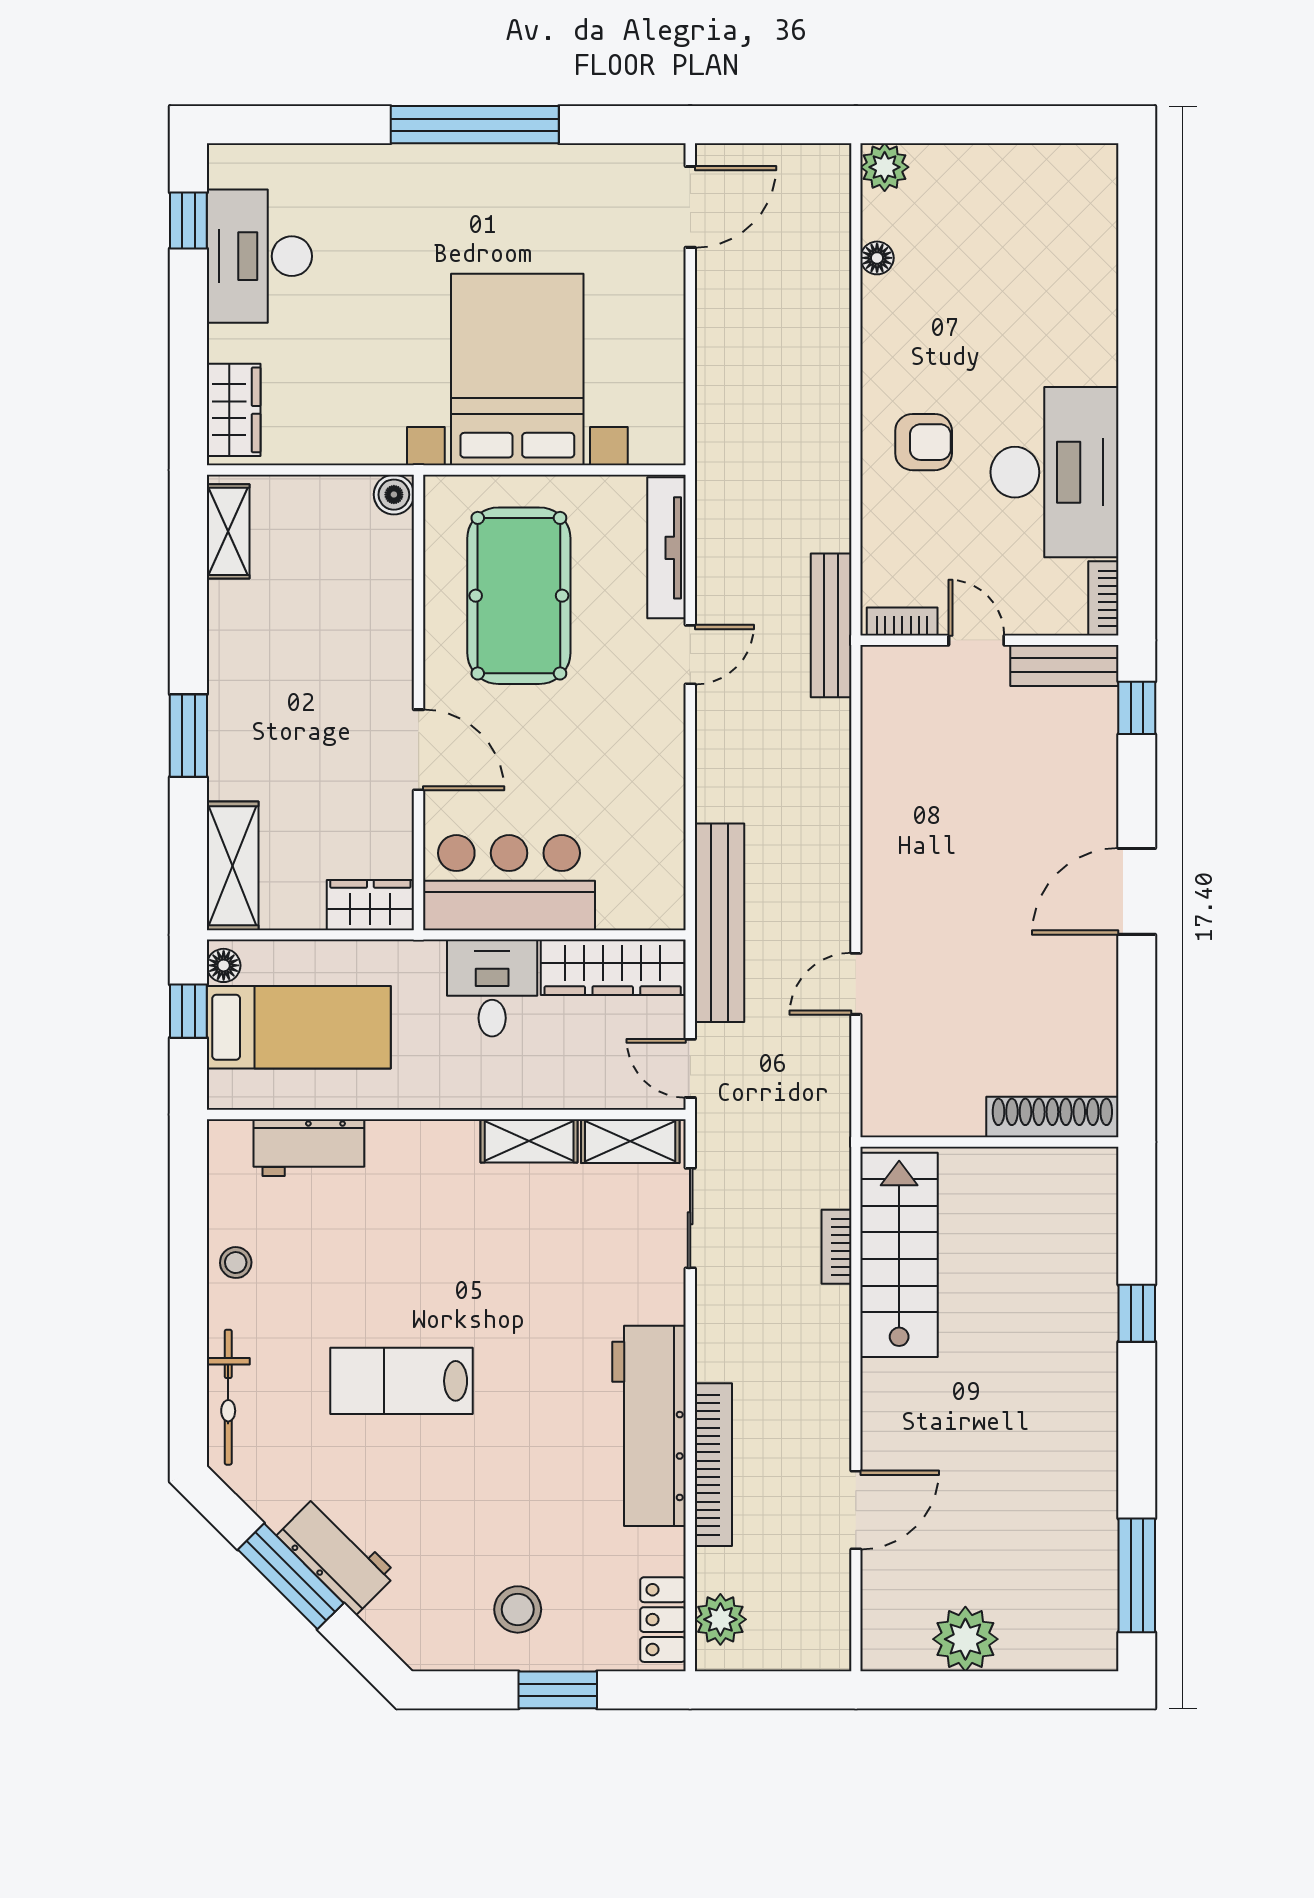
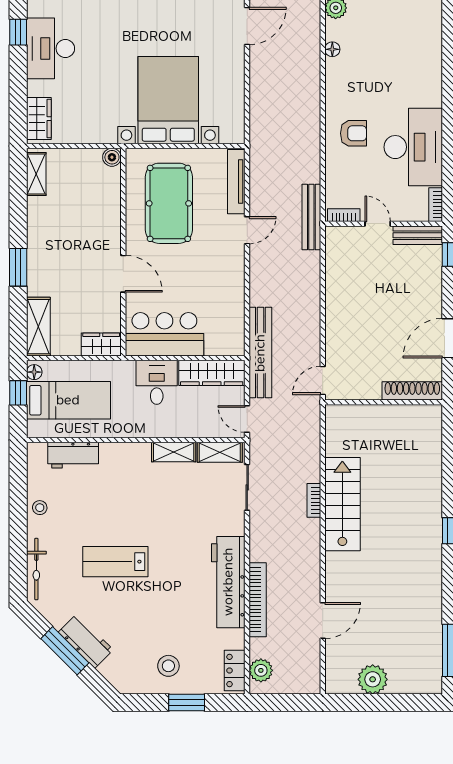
shoe rack: (1052, 1117) -> (412, 391), moved
wall: (989, 1142) -> (384, 402), moved

